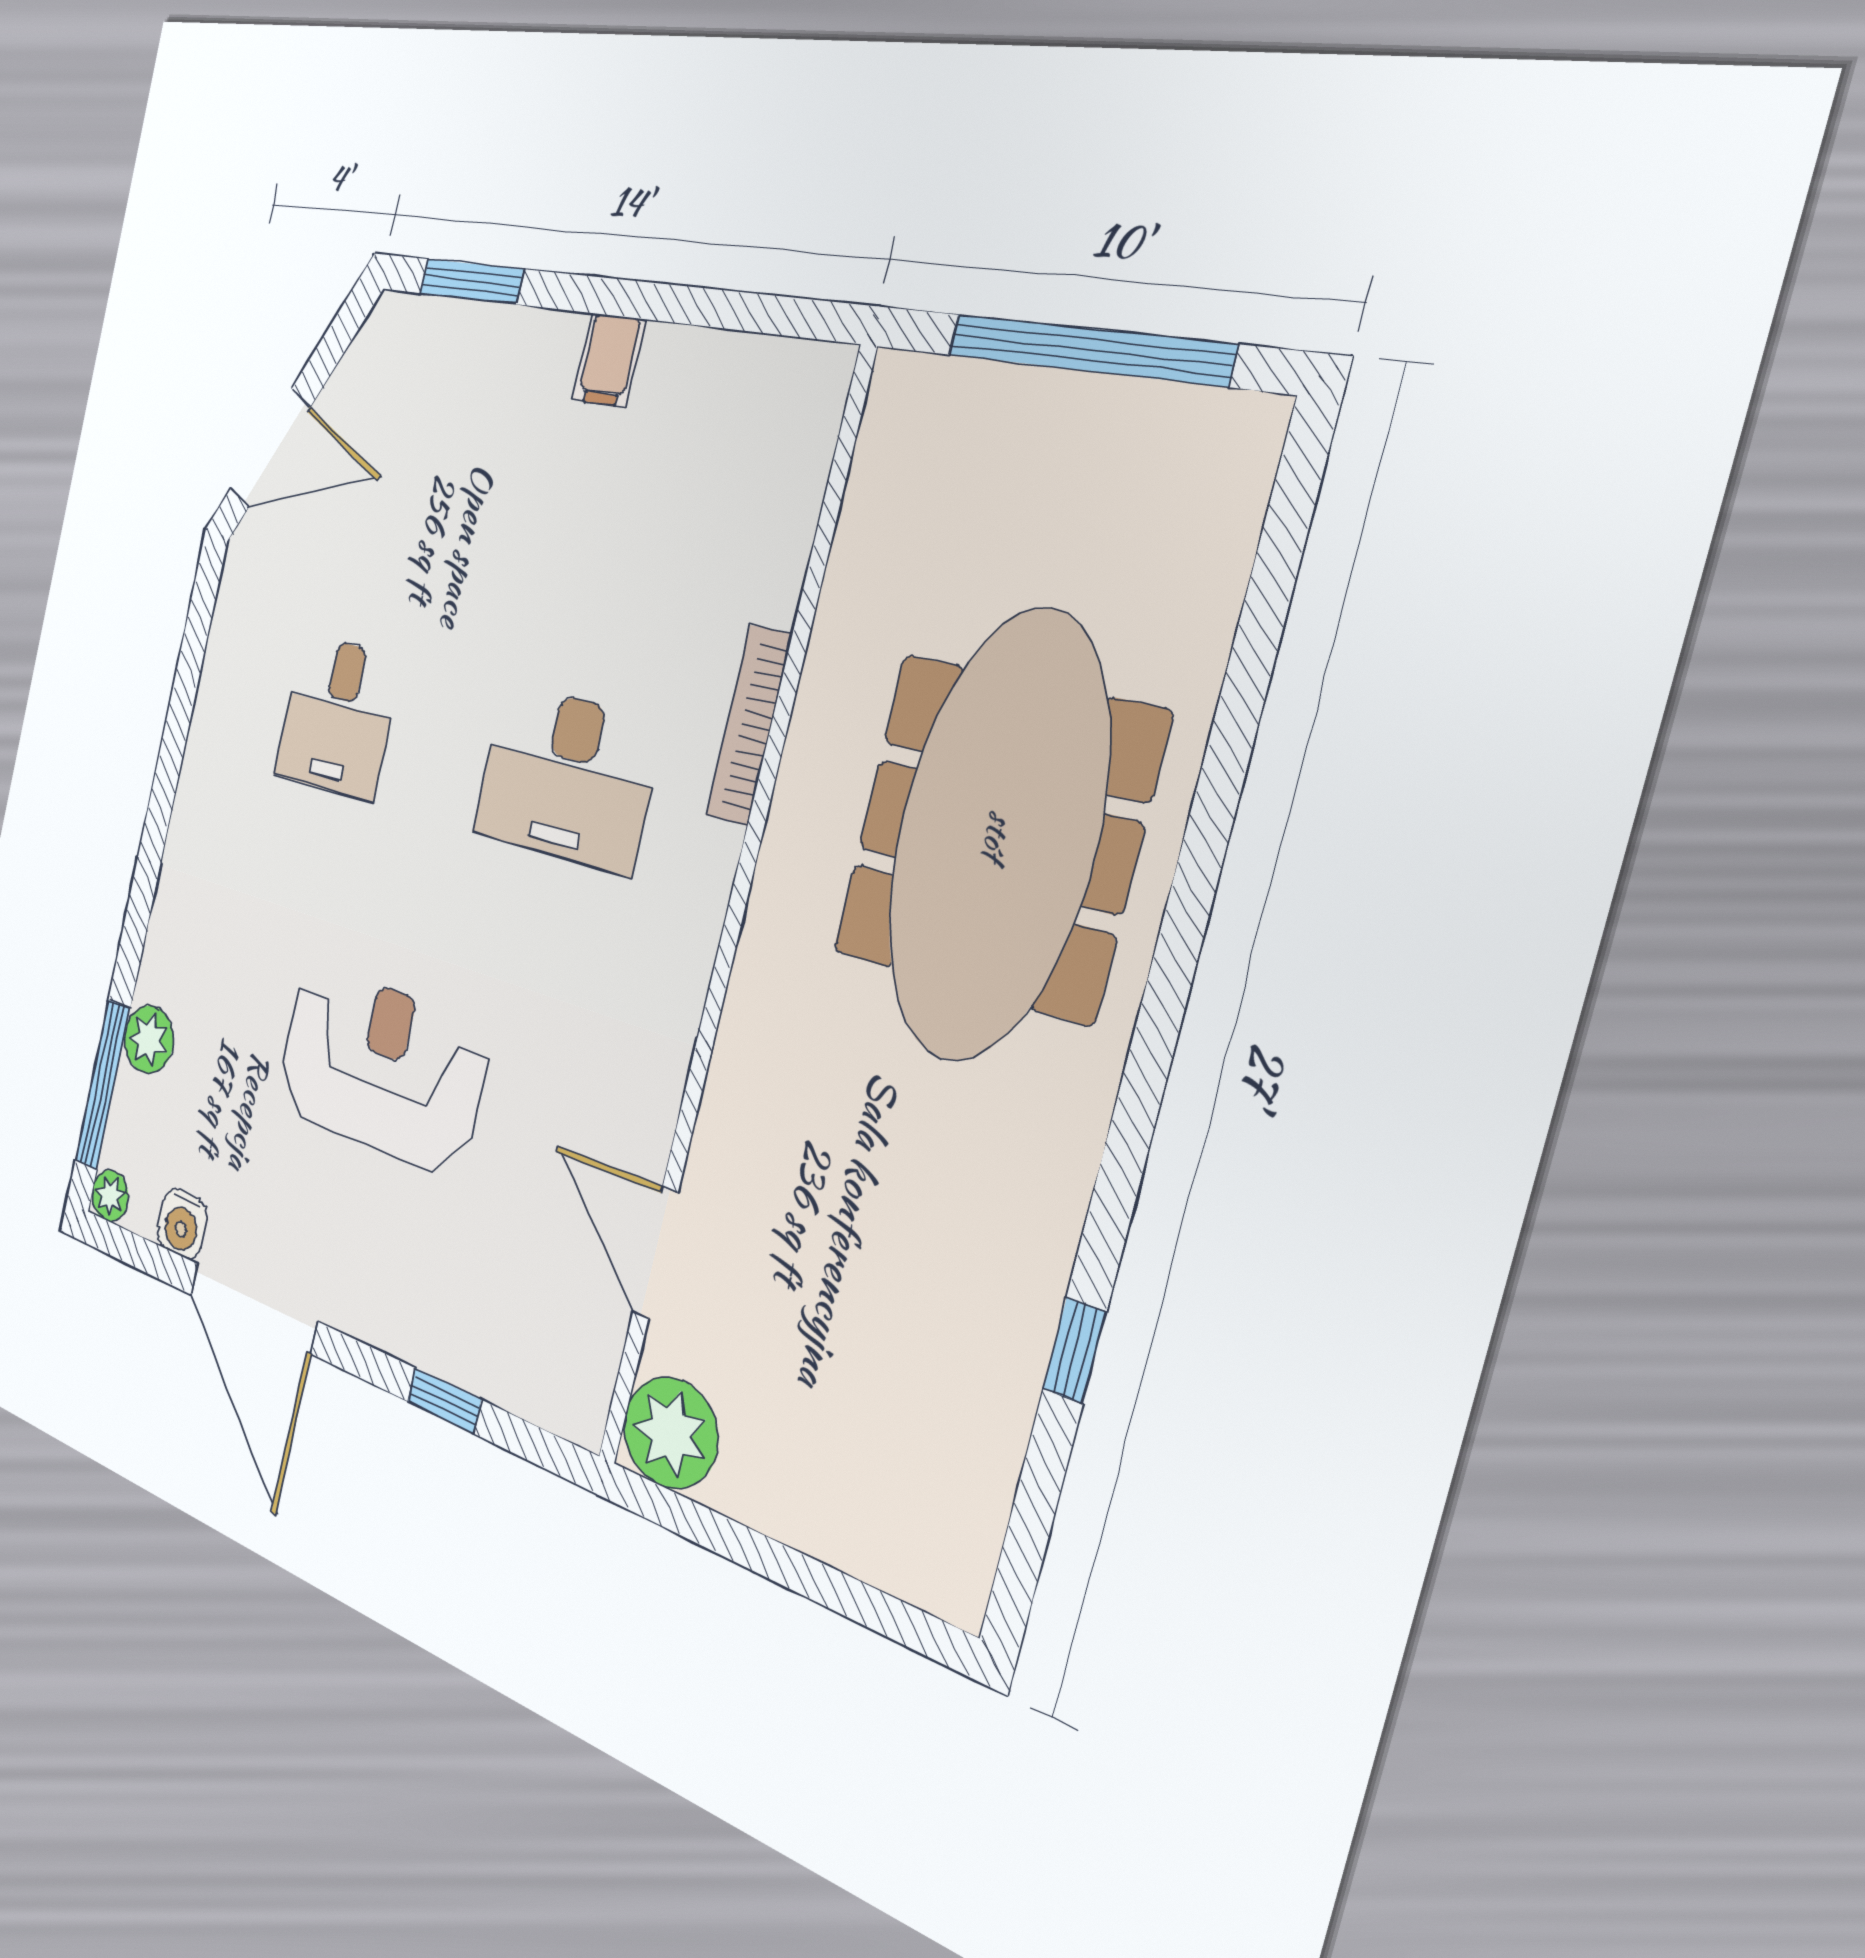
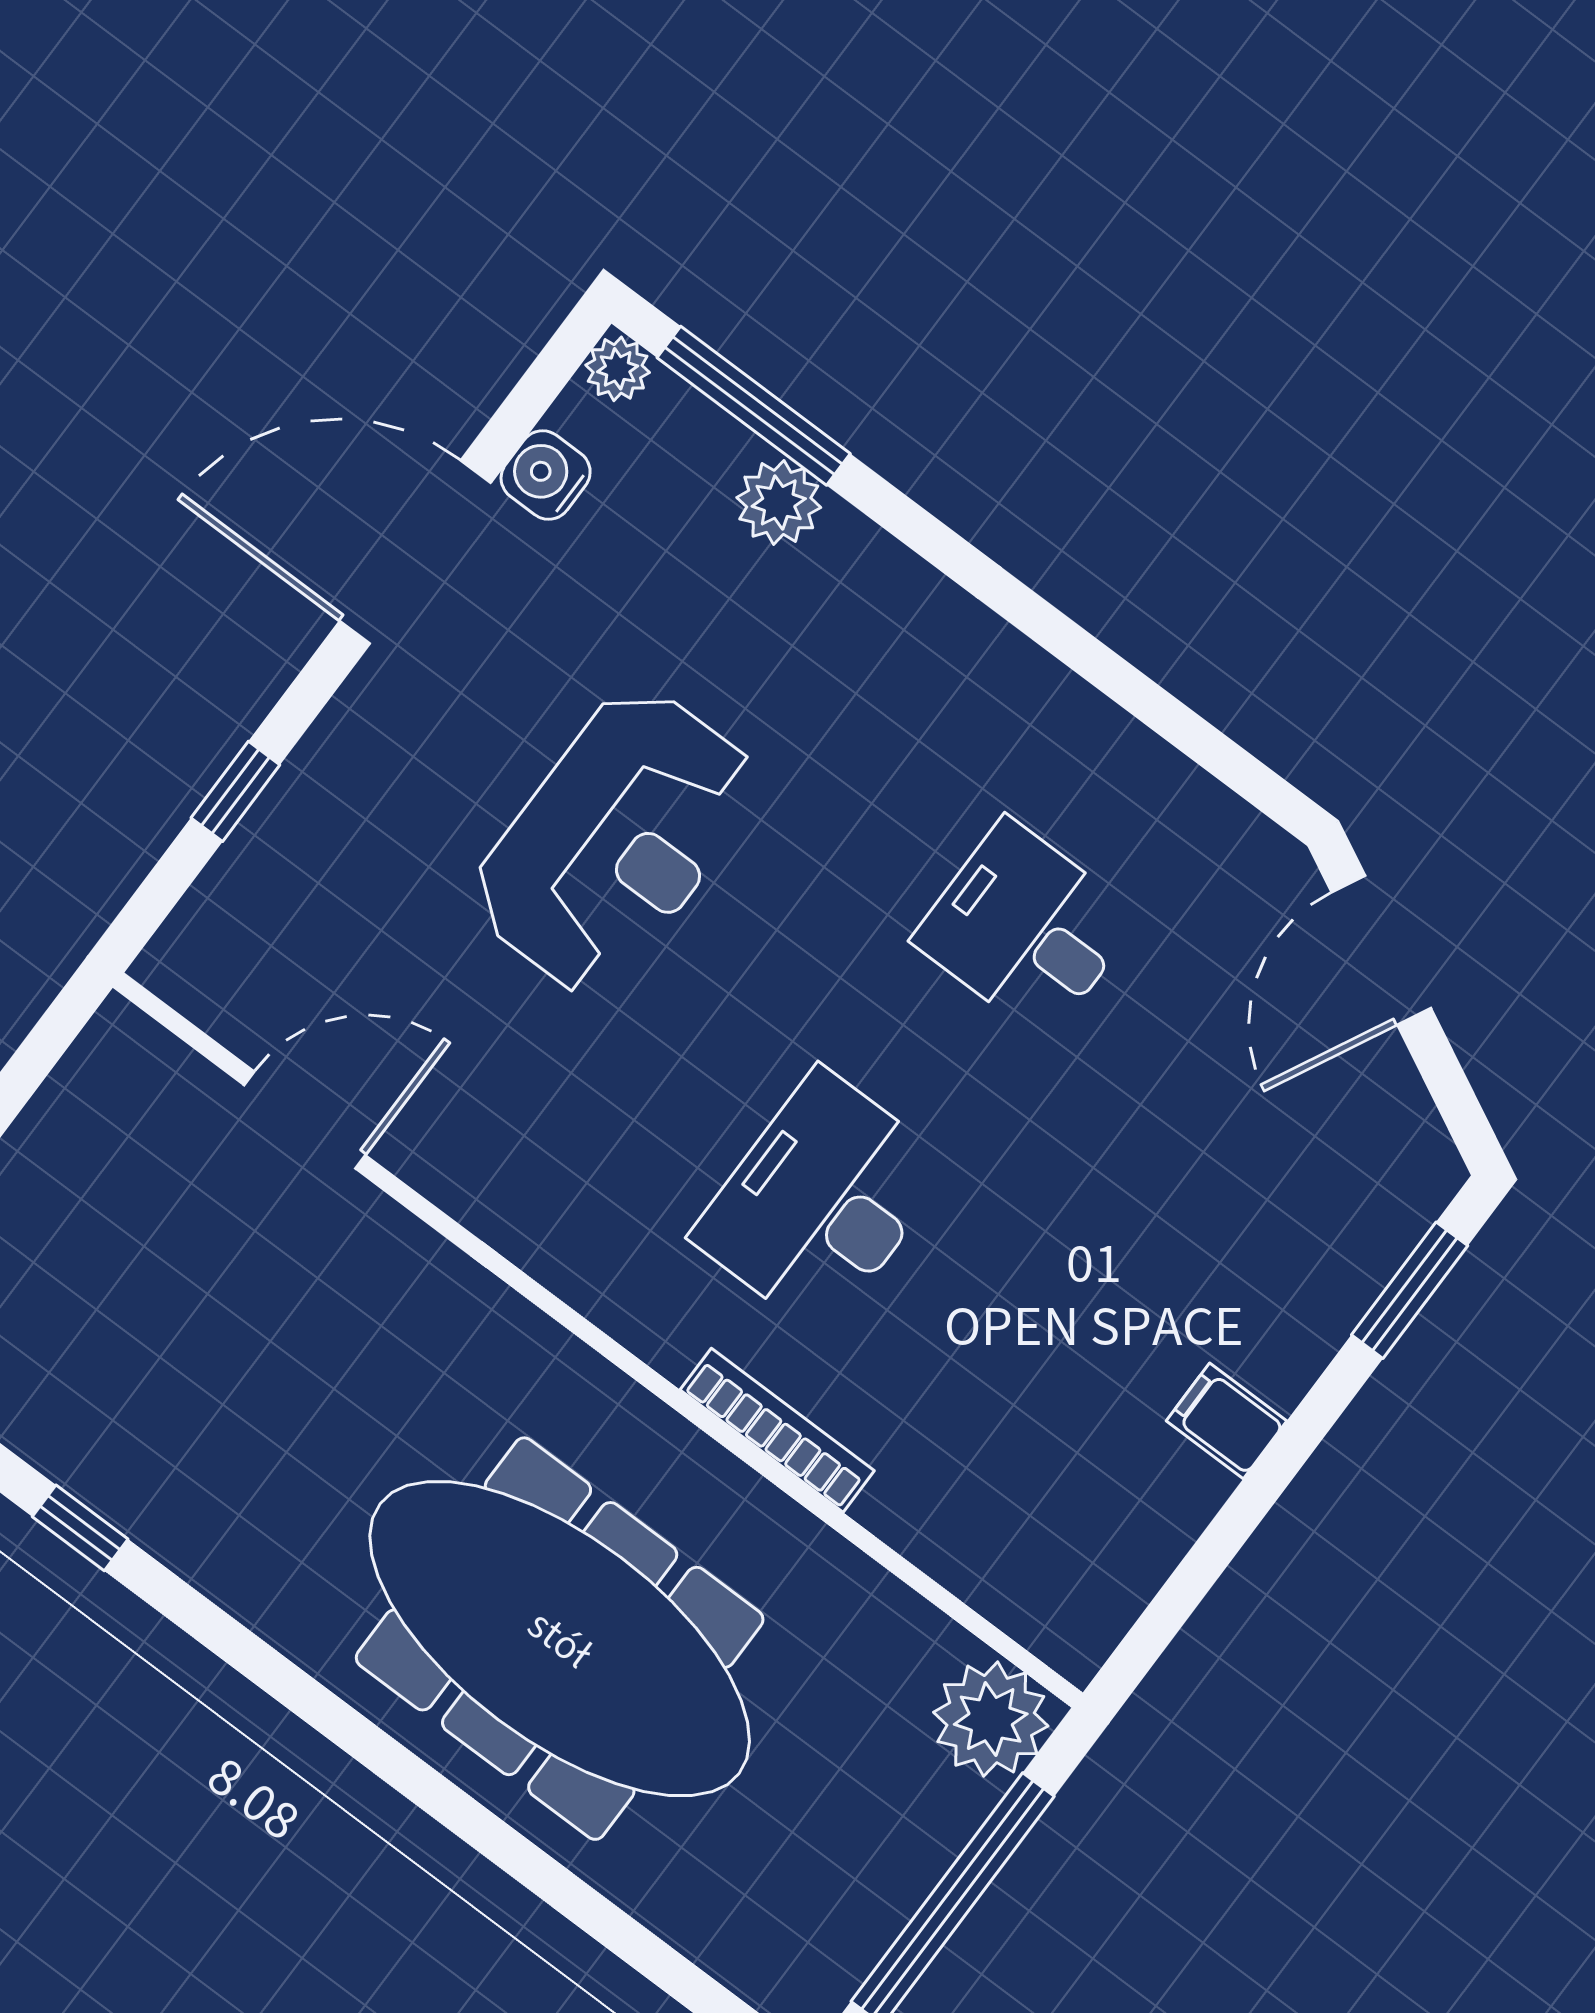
plant: (671, 1433) -> (991, 1719), moved

